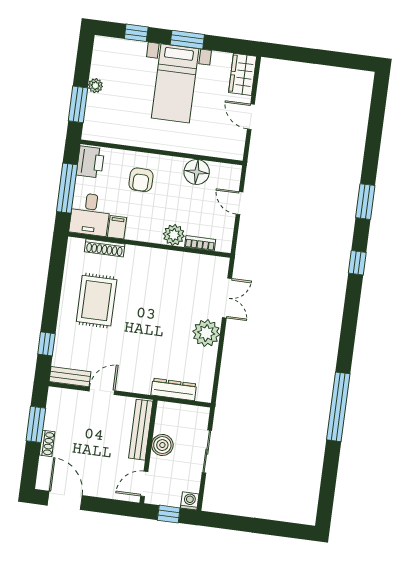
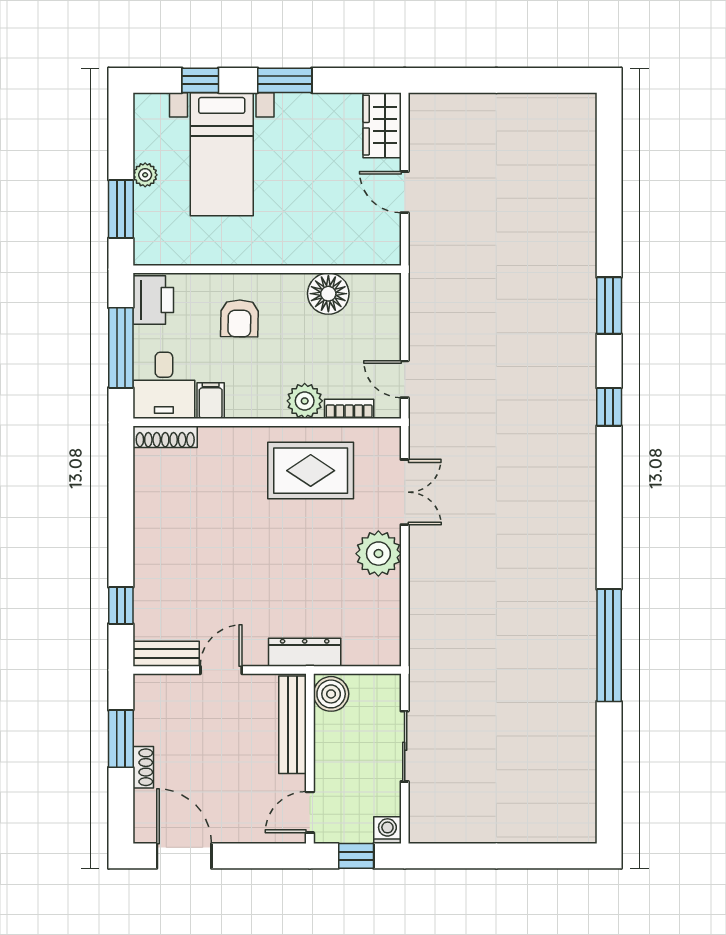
bed with nightstands: (175, 83) -> (222, 154), moved
door: (240, 203) -> (405, 379), moved
shoe rack: (105, 248) -> (165, 437), moved
rug: (97, 301) -> (311, 471), moved, turned 90
dresser: (174, 389) -> (305, 652), moved
boiler: (162, 445) -> (331, 694), moved

